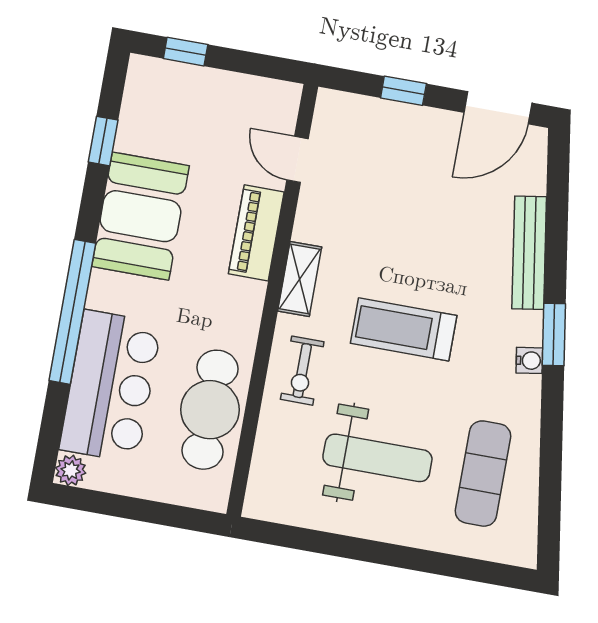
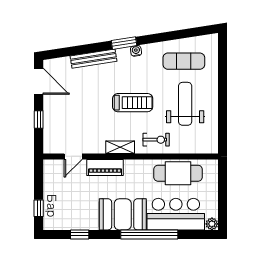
booth: (140, 216) -> (123, 214), moved
treadmill: (404, 329) -> (133, 103), turned -90

